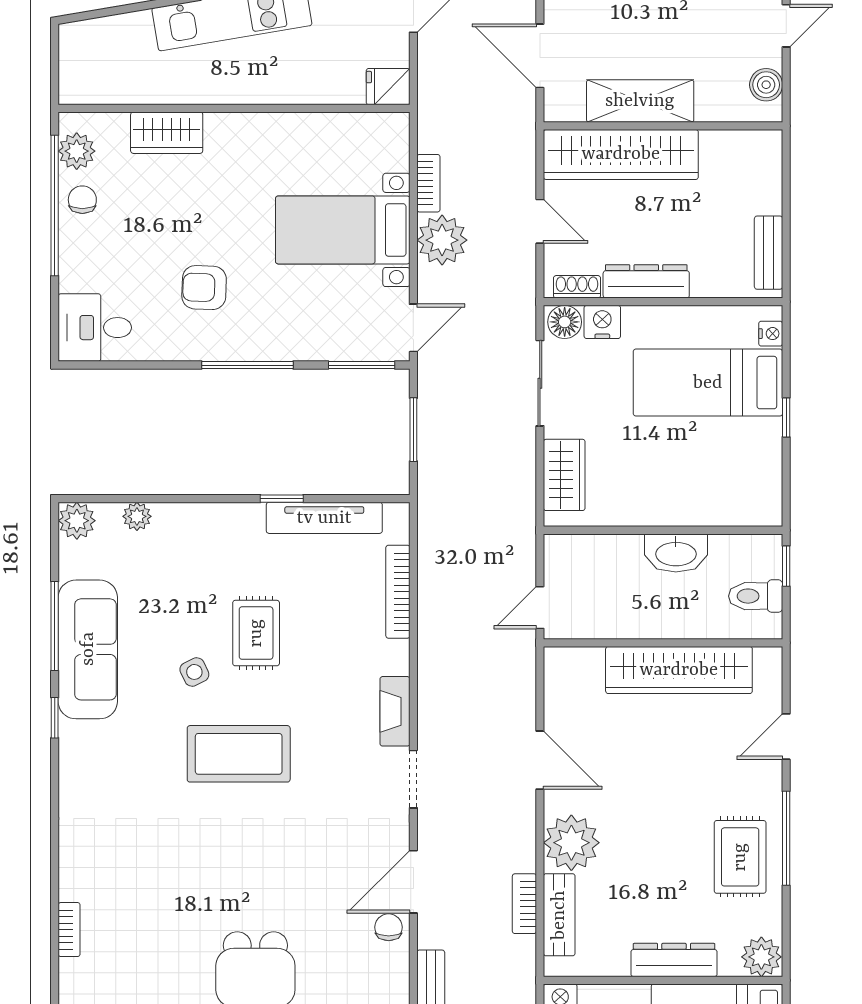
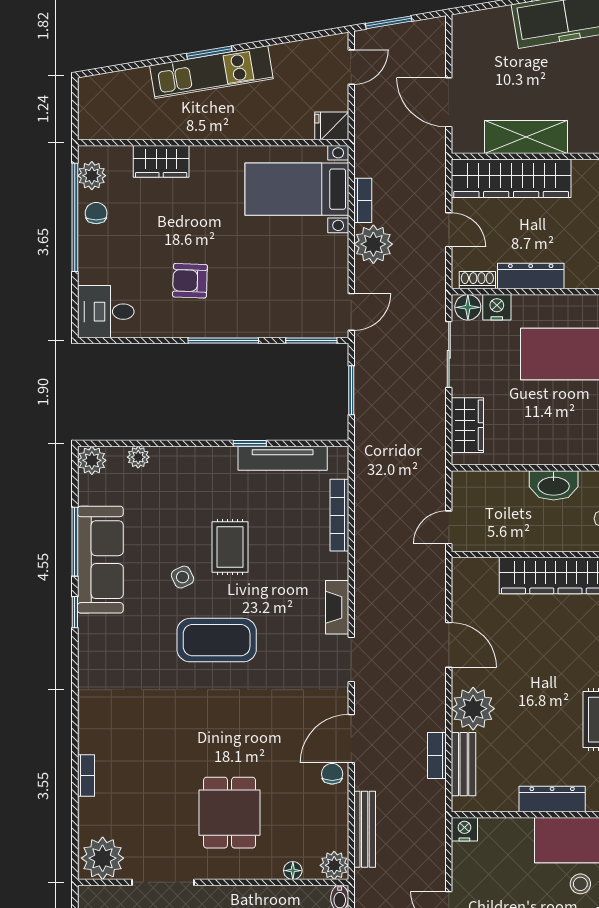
bed with nightstands: (343, 230) -> (297, 189), moved

